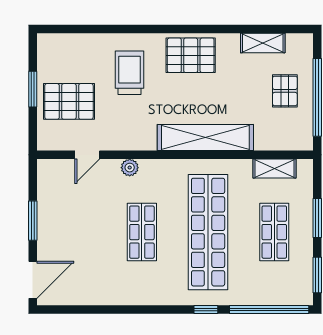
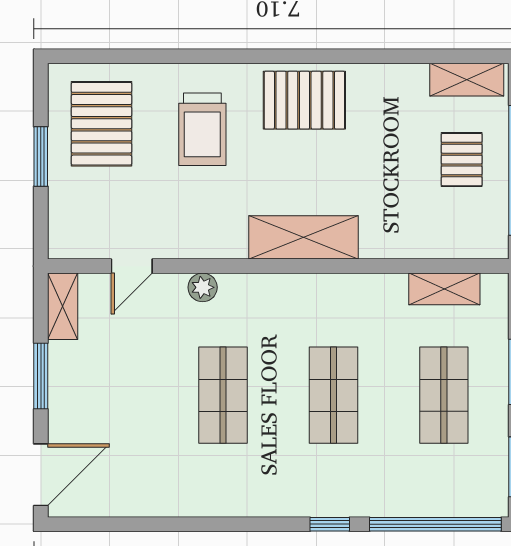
shelving: (263, 43) -> (467, 80), moved
trolley: (129, 73) -> (202, 129), turned 180
pallet: (69, 101) -> (101, 124), moved, turned 90
shelving: (205, 138) -> (303, 237), width x0.68
shelving: (46, 179) -> (63, 306), added
shop shelf: (208, 232) -> (333, 395), width x0.50, depth x0.74

